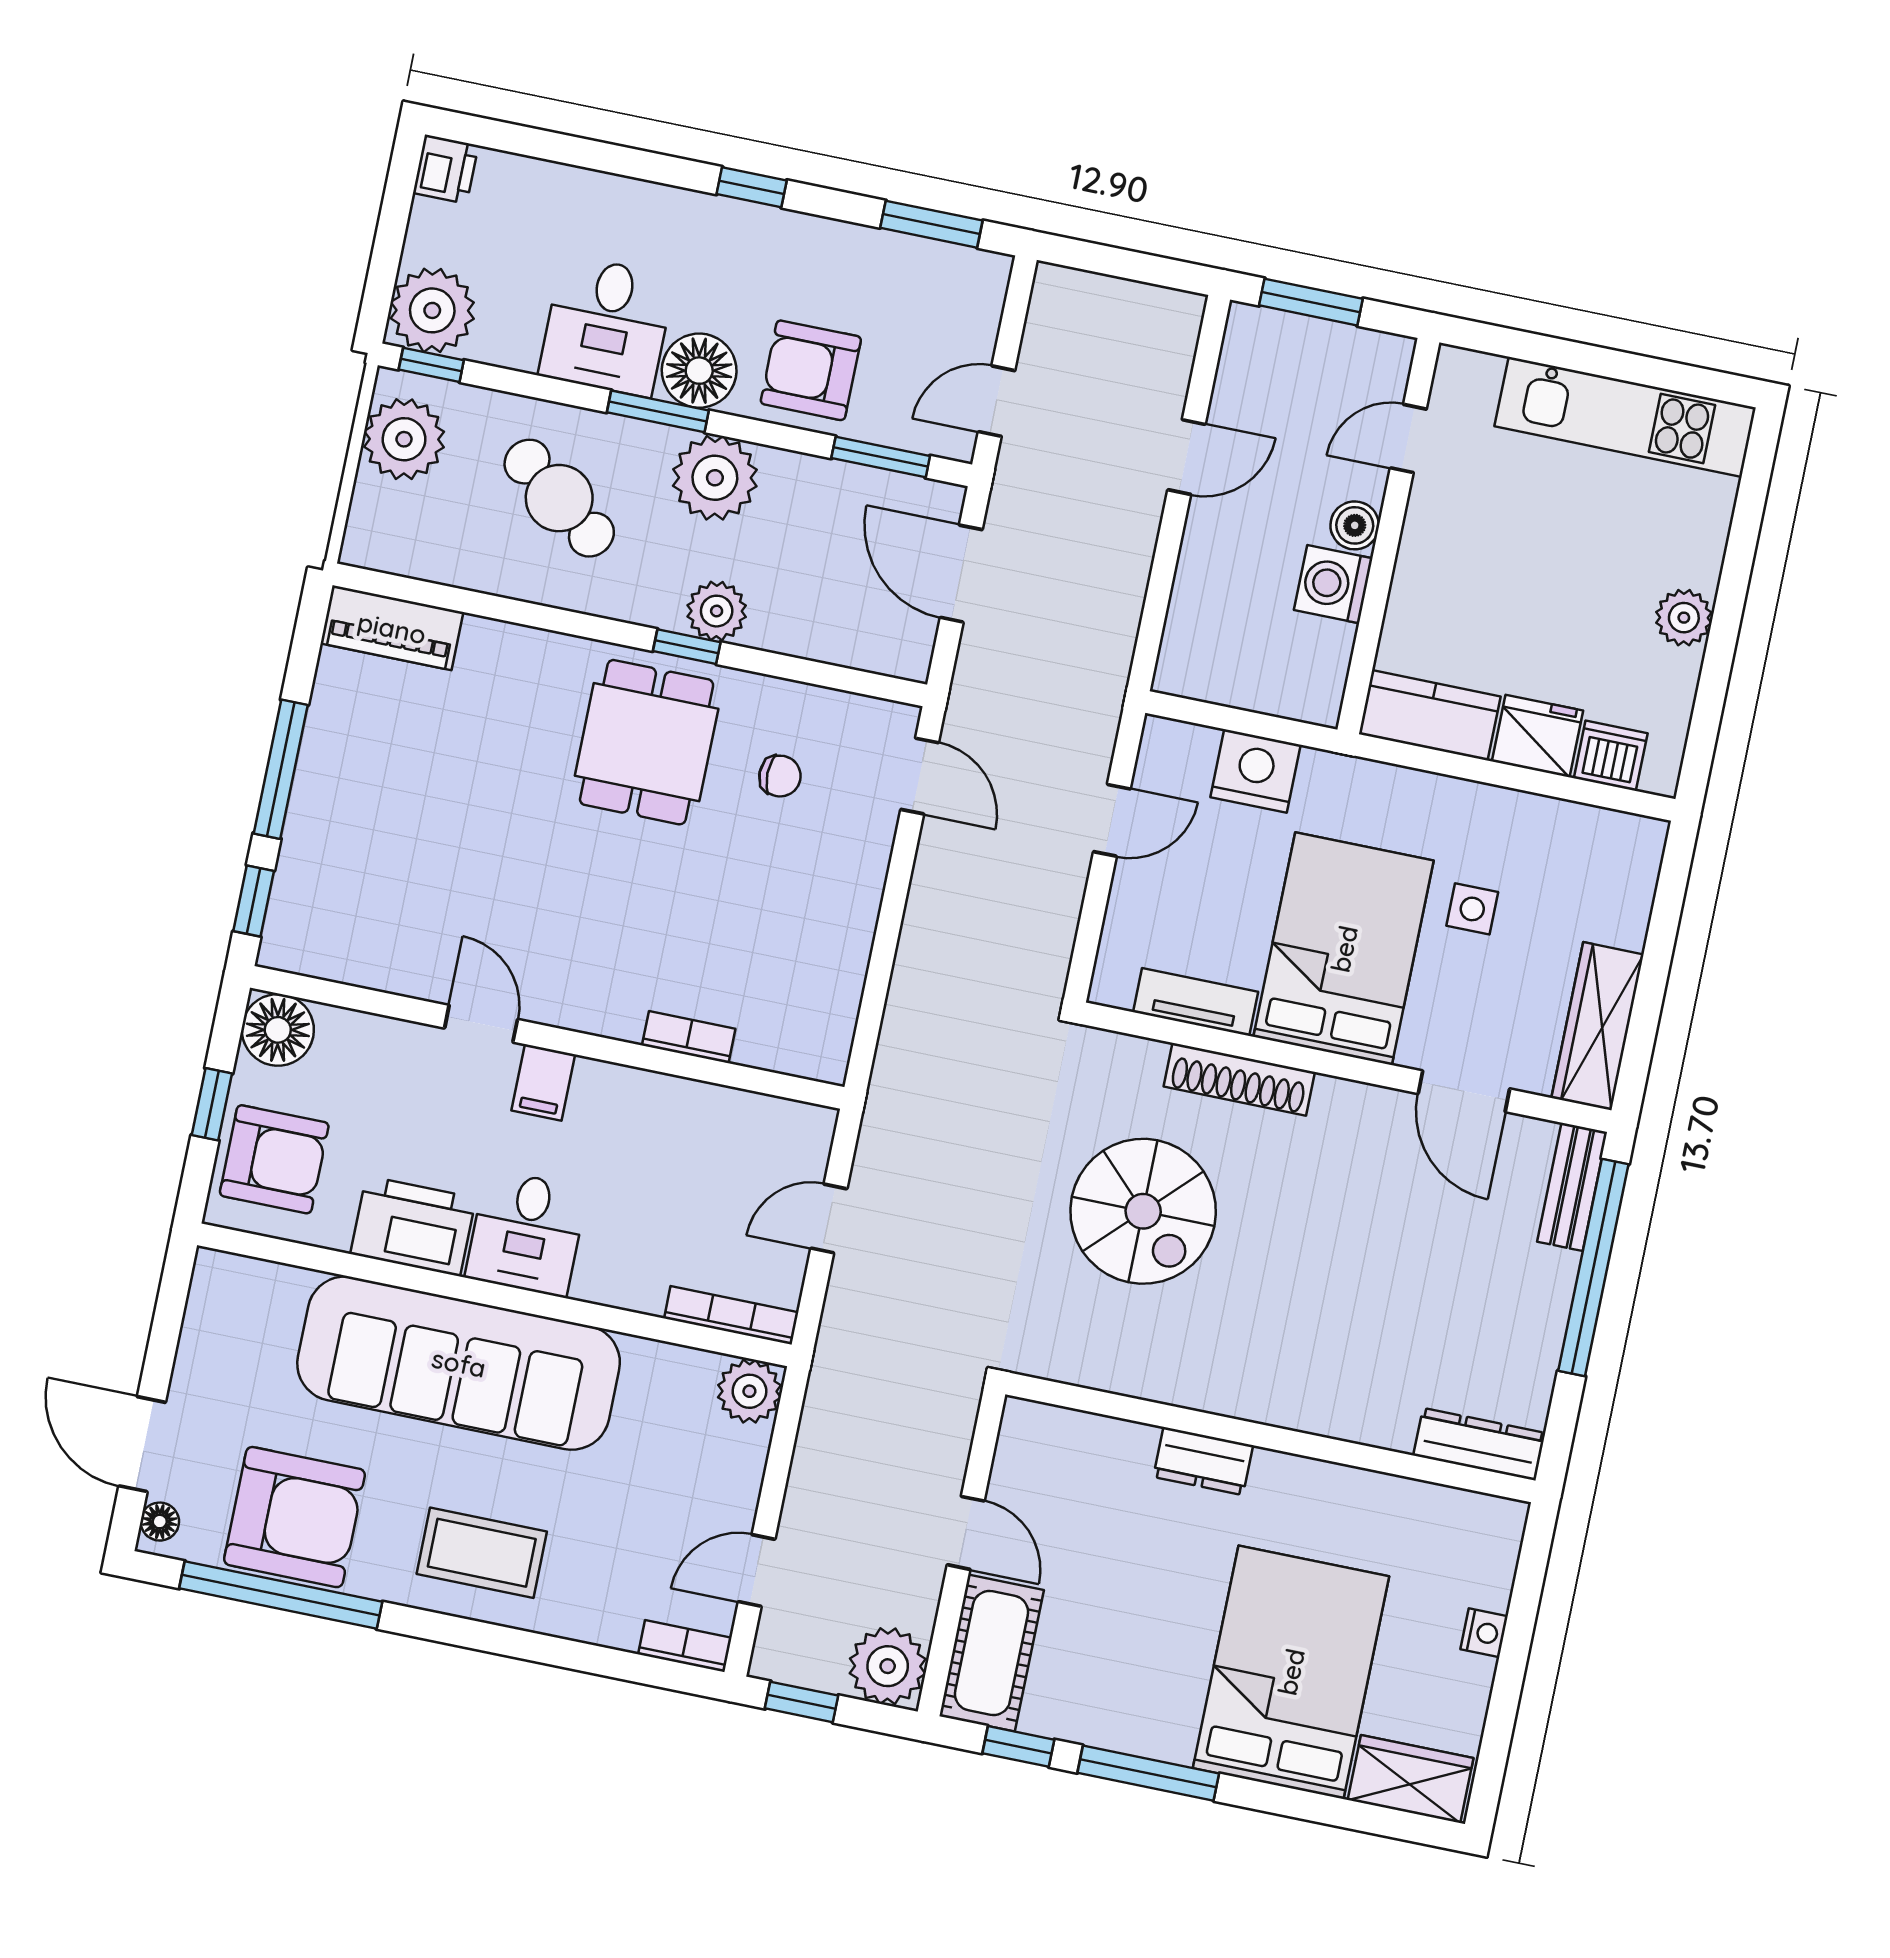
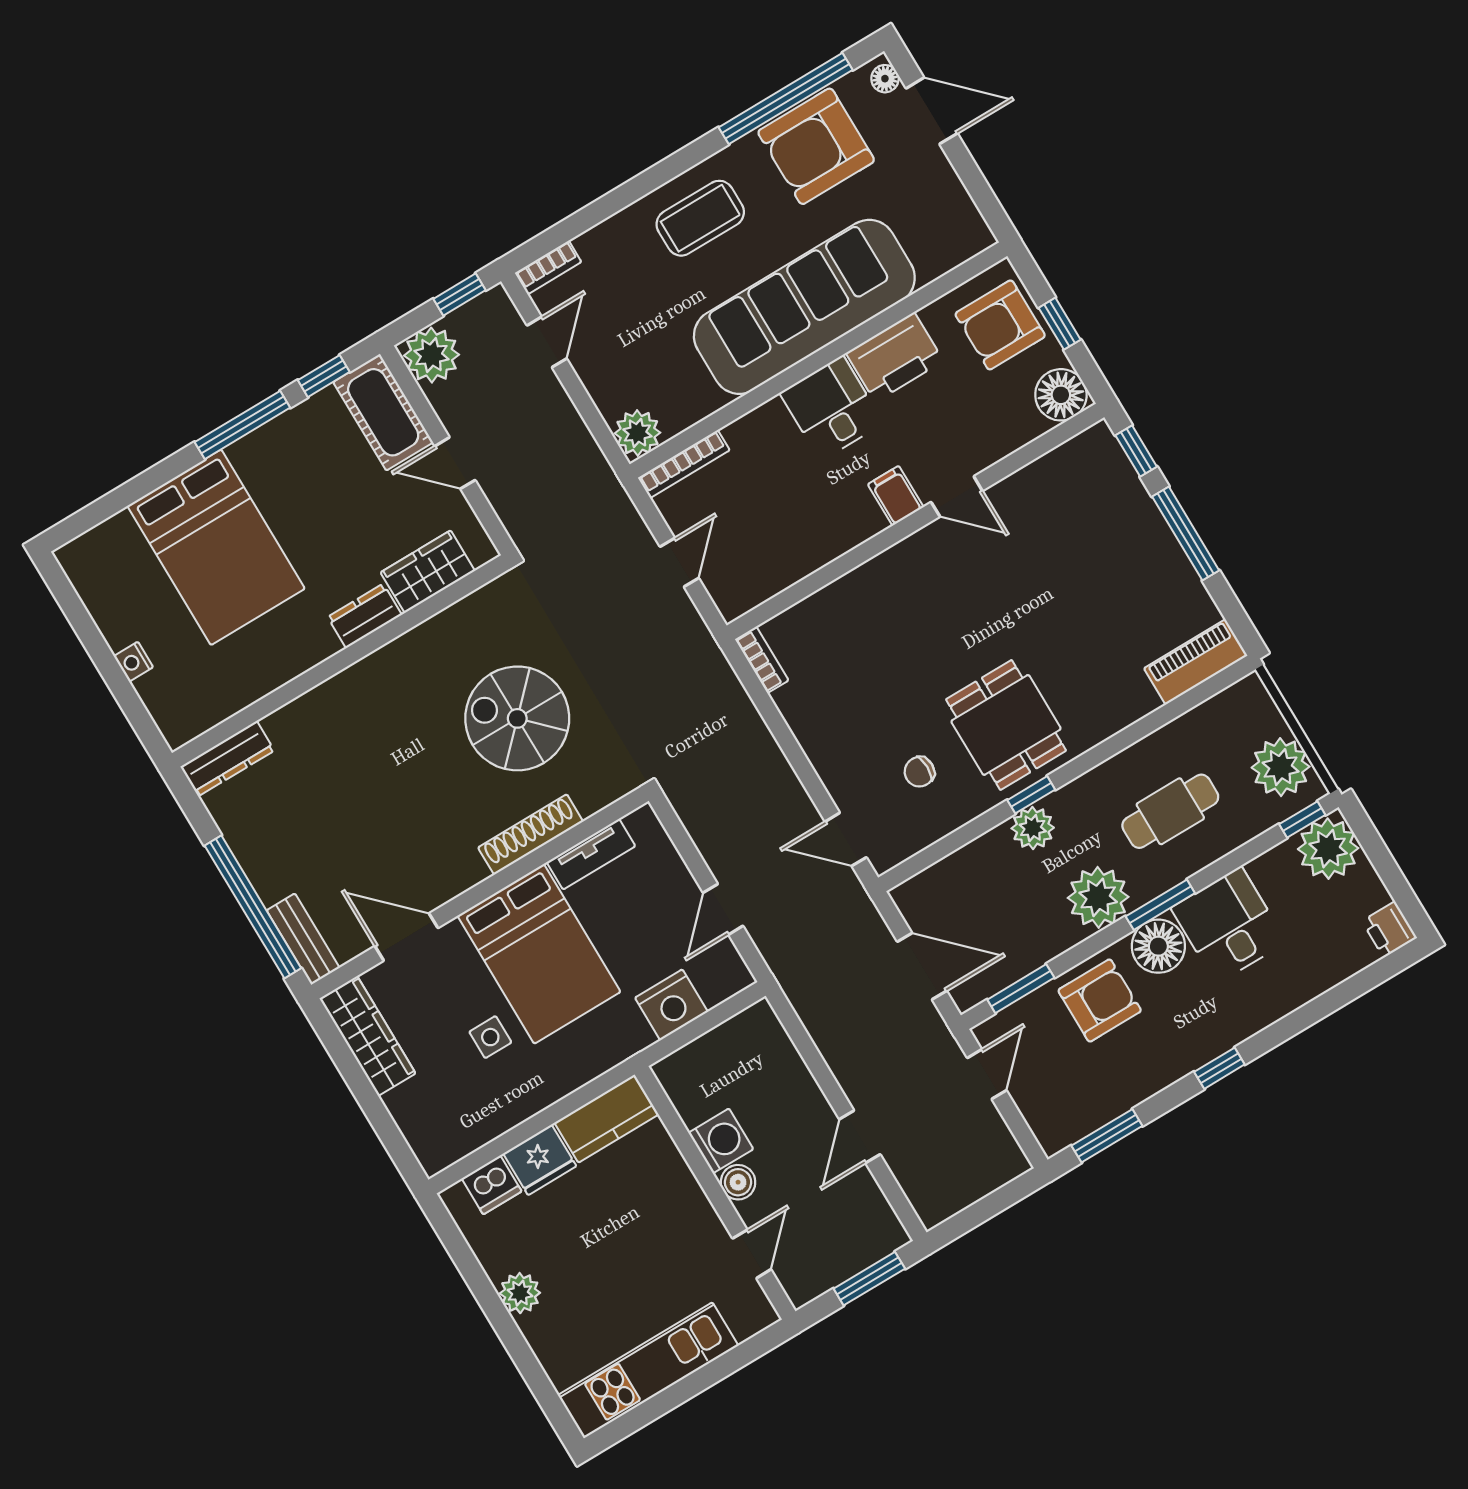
cafe table: (559, 498) -> (1170, 811), turned -37
bookcase: (689, 1037) -> (762, 660), moved, turned -90
wardrobe: (1411, 1779) -> (428, 572), moved, turned 180

